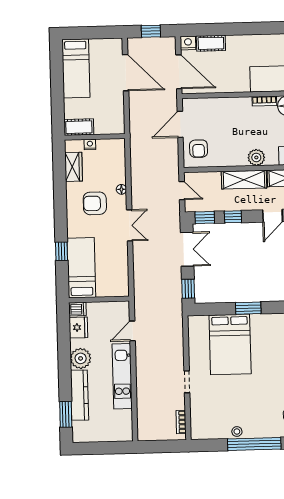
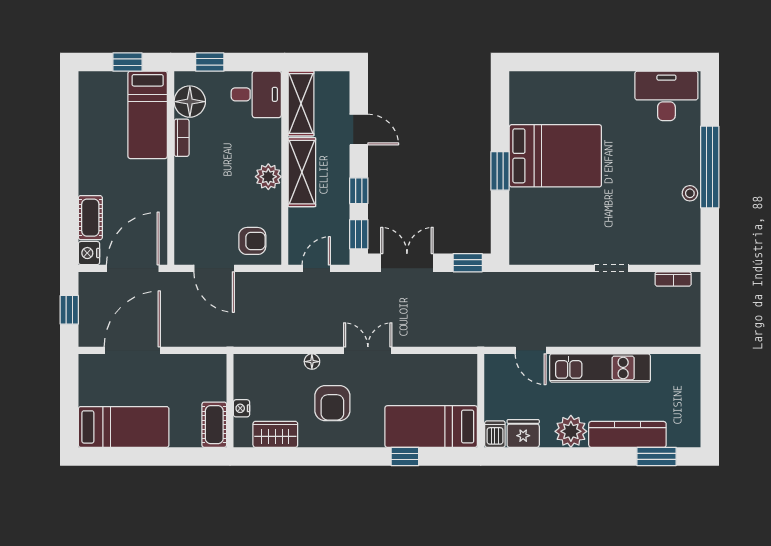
plant: (256, 157) -> (268, 177), moved
bed: (230, 344) -> (555, 156), moved

